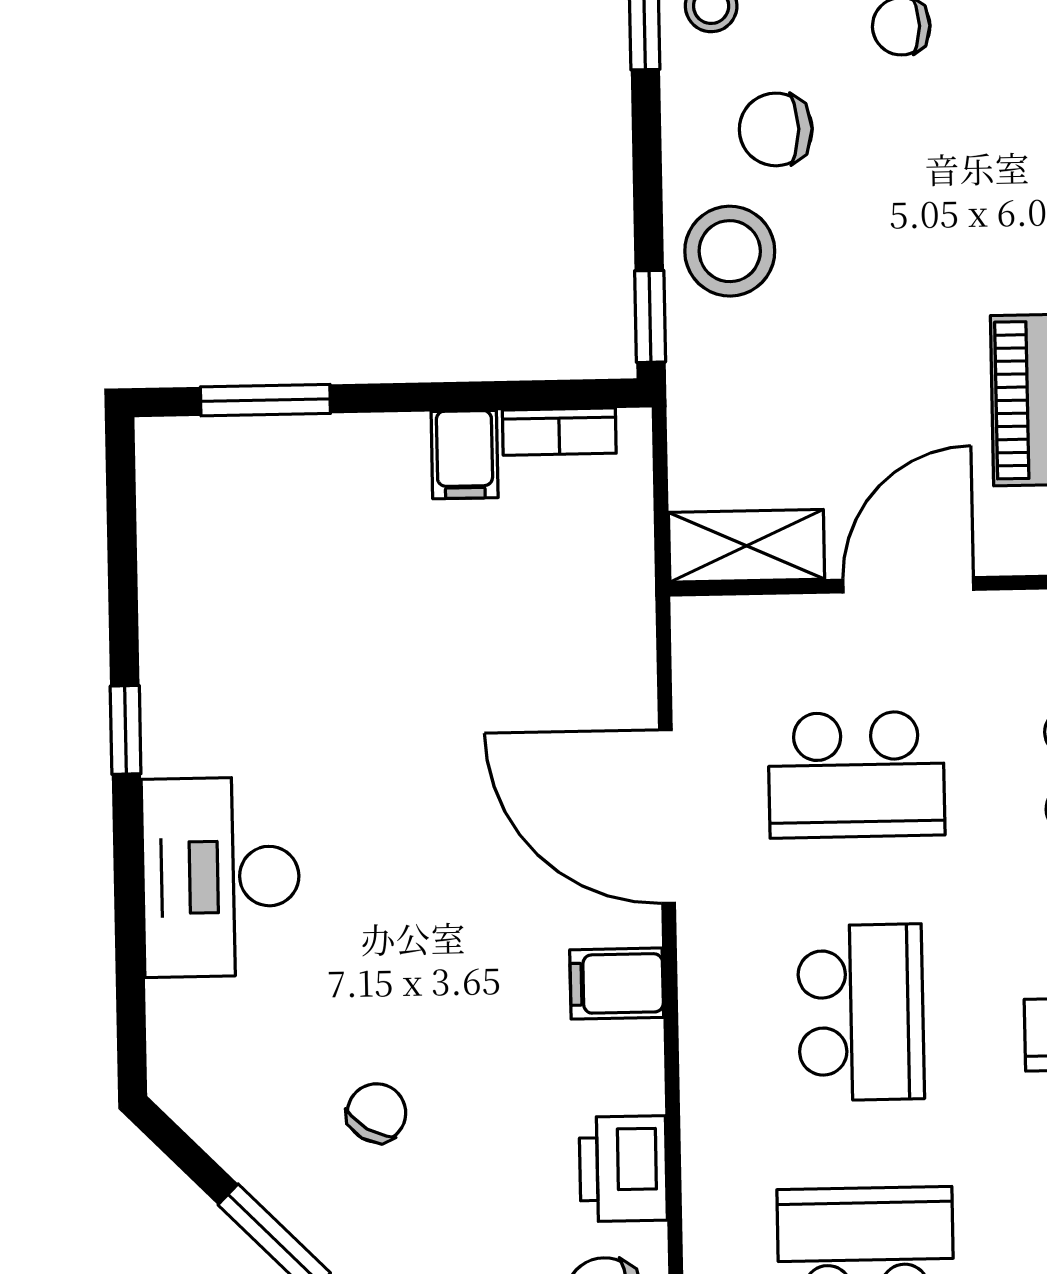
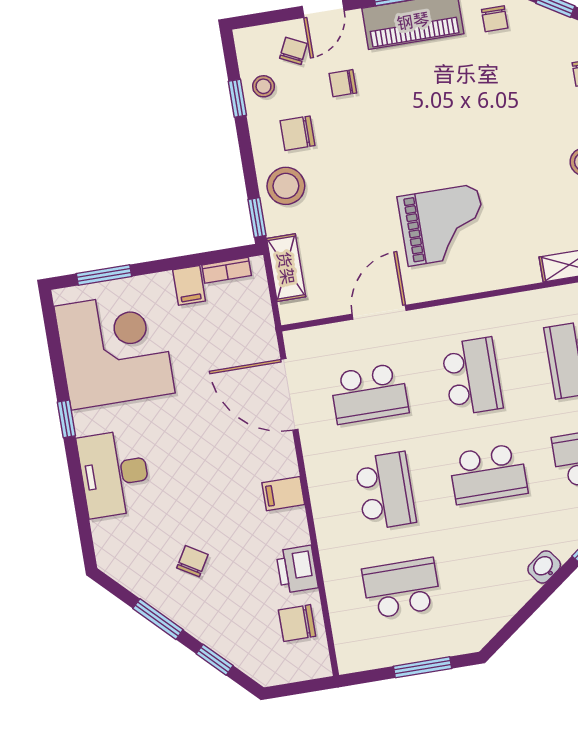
shelving: (747, 546) -> (286, 268), moved, turned 90
corner desk: (264, 582) -> (114, 350), added
door: (667, 816) -> (289, 394), moved

